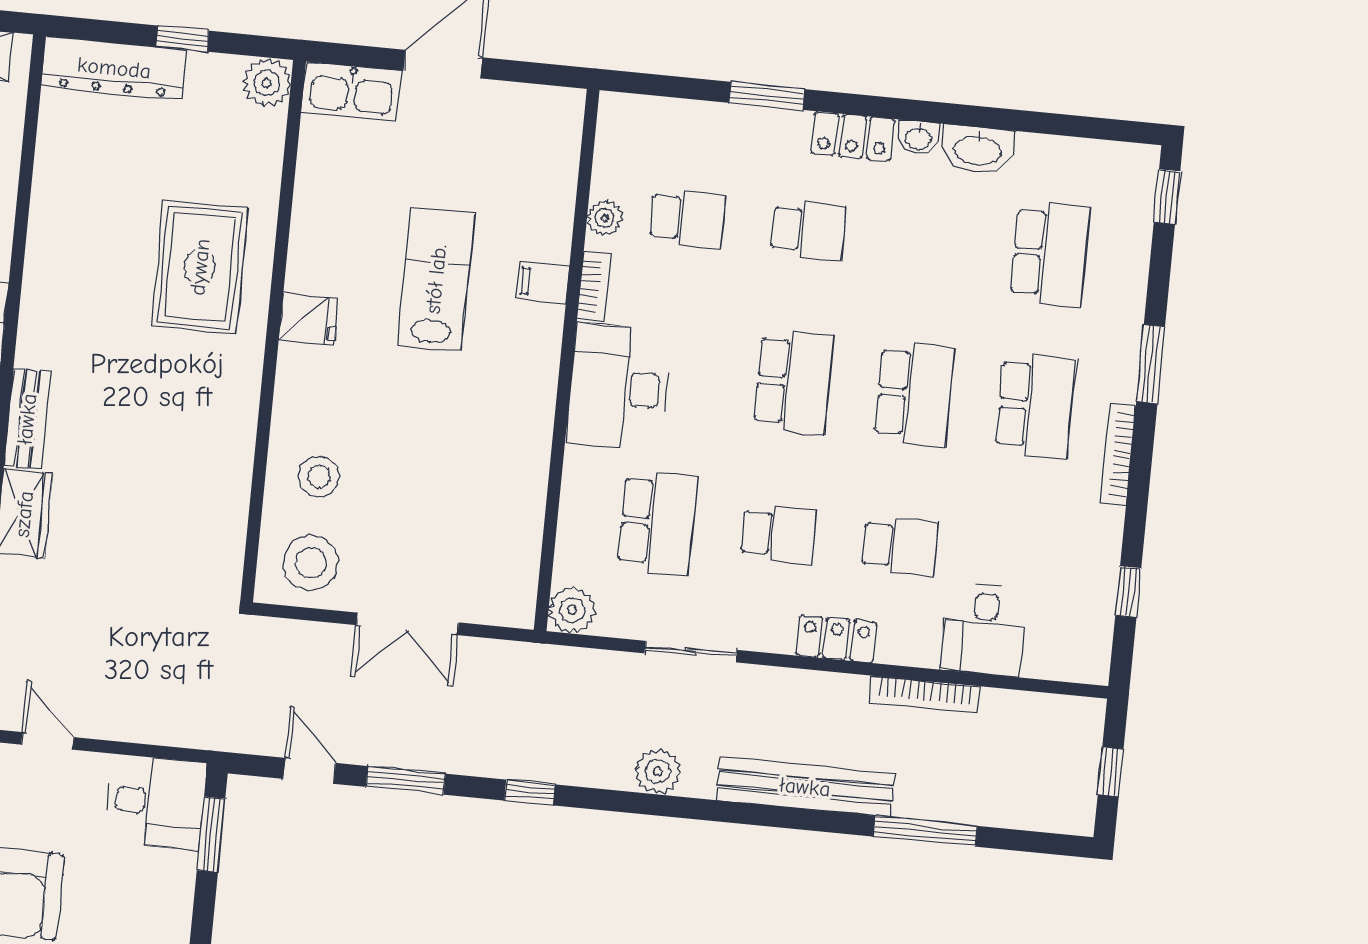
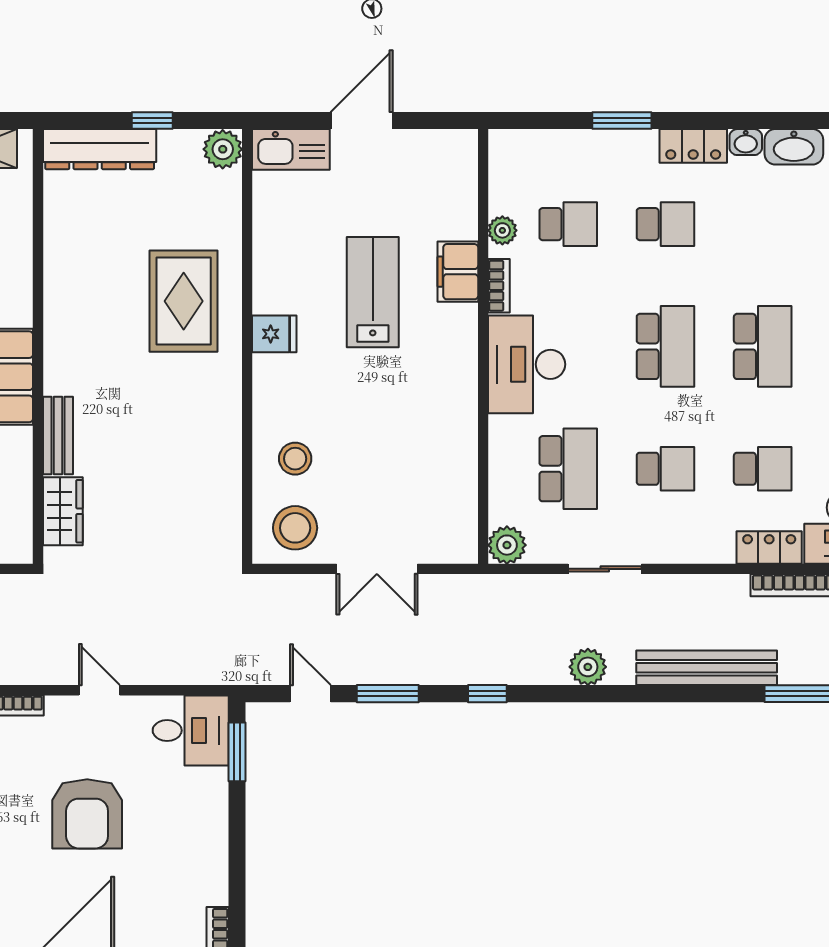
filing cabinet: (543, 283) -> (458, 272), width x2.00
locker: (836, 639) -> (769, 547), moved

